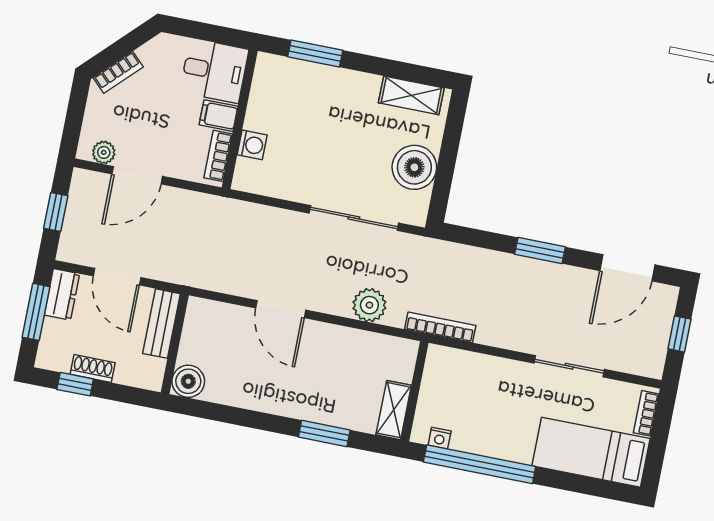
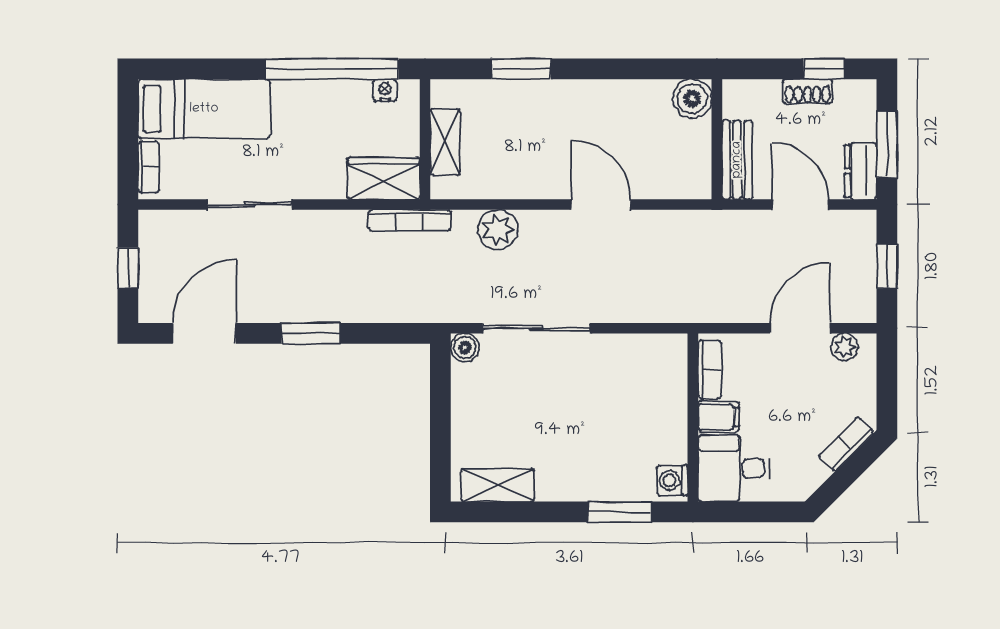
washing machine: (252, 145) -> (672, 480), moved
boiler: (414, 167) -> (465, 348), moved, width x0.54, depth x0.54
wardrobe: (455, 366) -> (384, 178), added
shelving: (394, 410) -> (445, 142), moved

